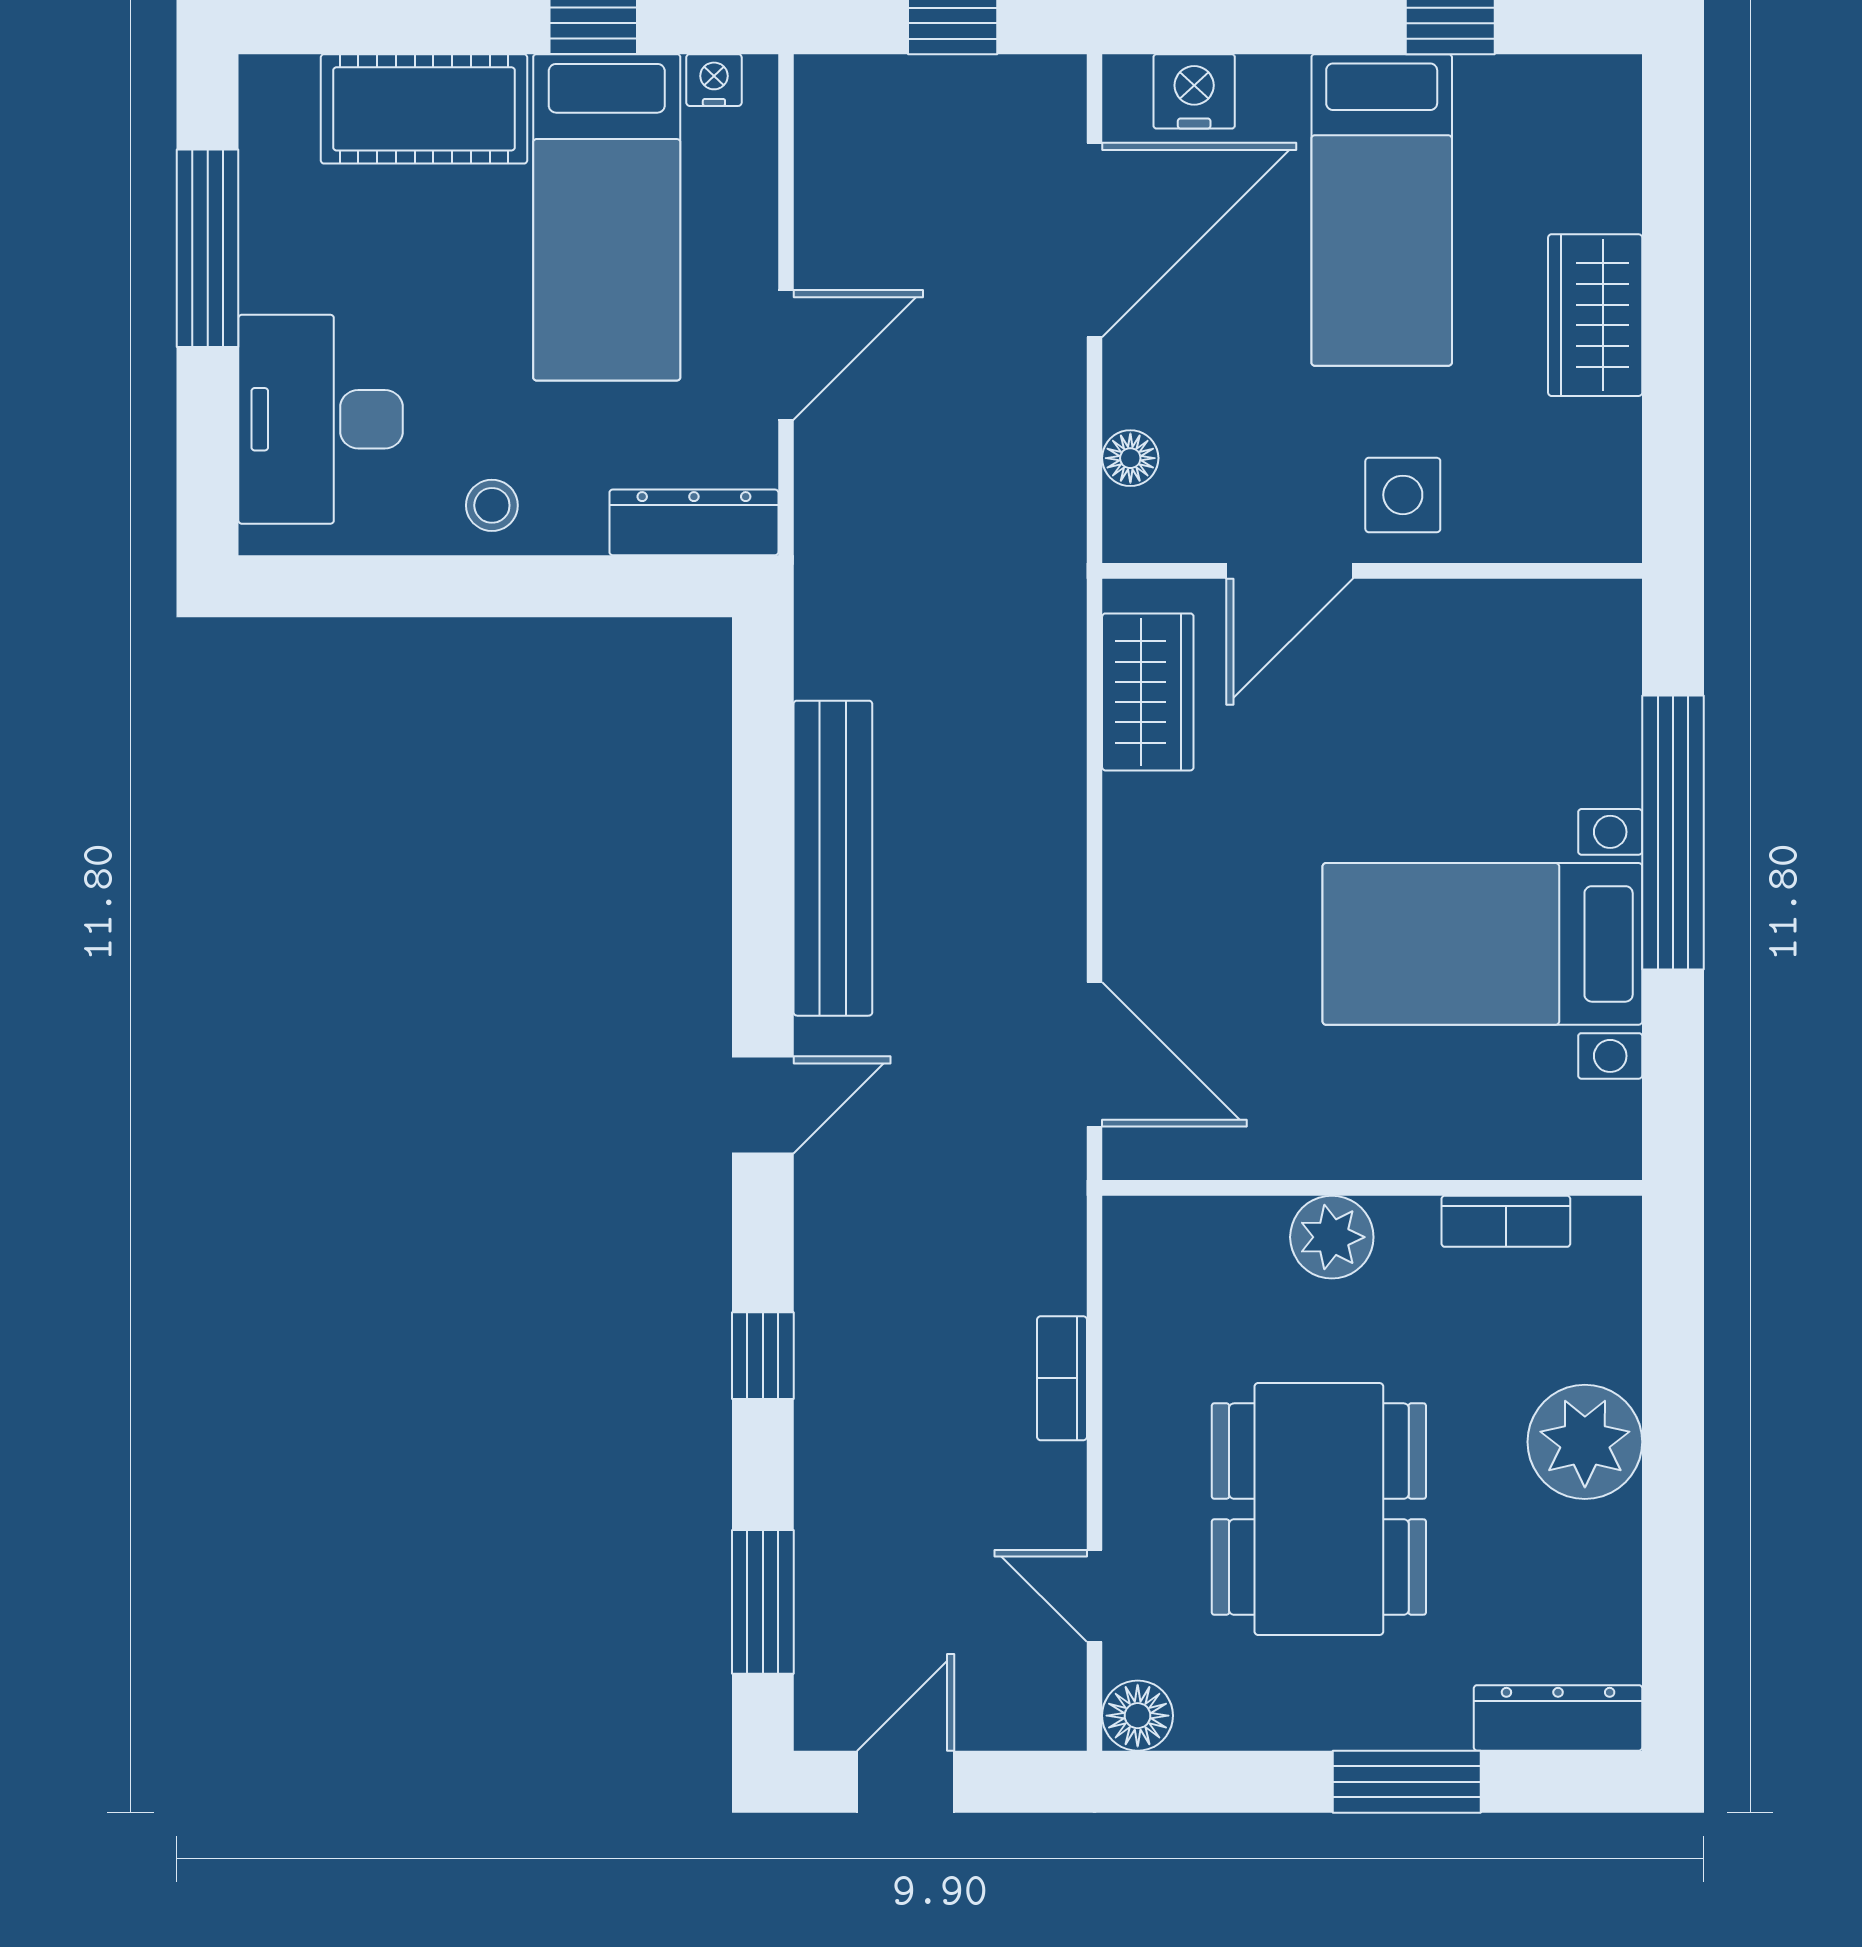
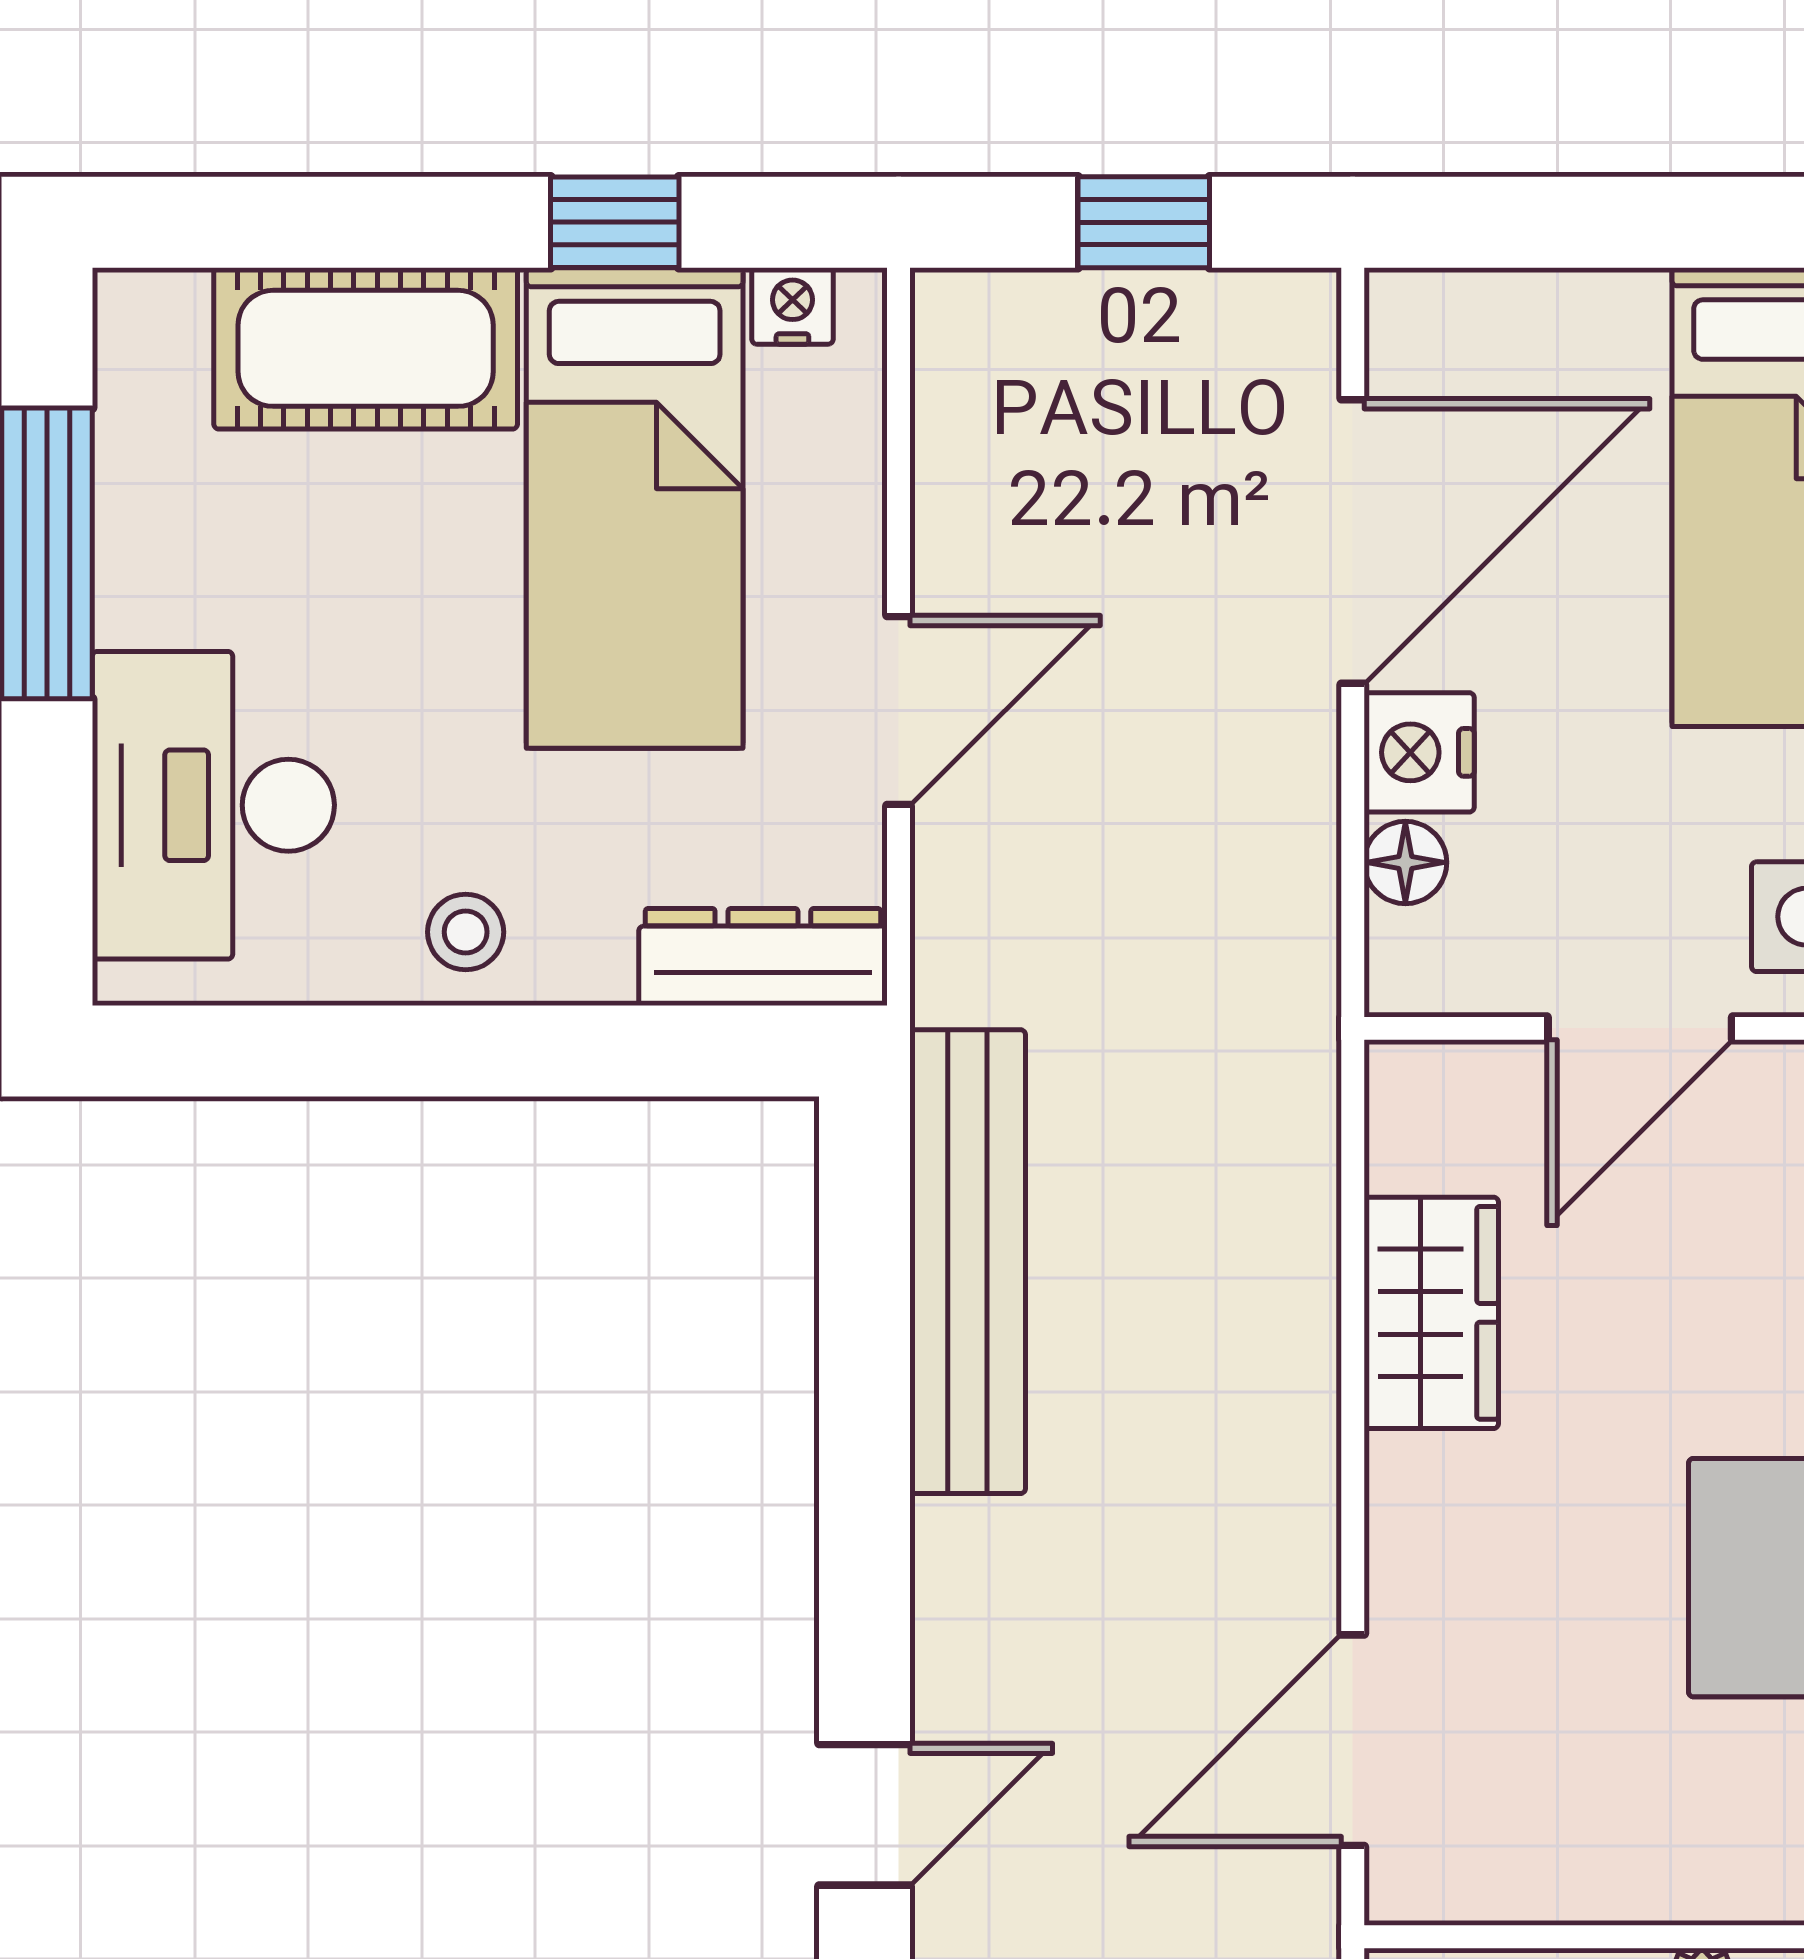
nightstand: (1194, 91) -> (1419, 752), moved, turned -90
wardrobe: (1148, 692) -> (1431, 1313), moved
bench: (833, 858) -> (968, 1262), moved
door: (1095, 1054) -> (1353, 1740), swing flipped

